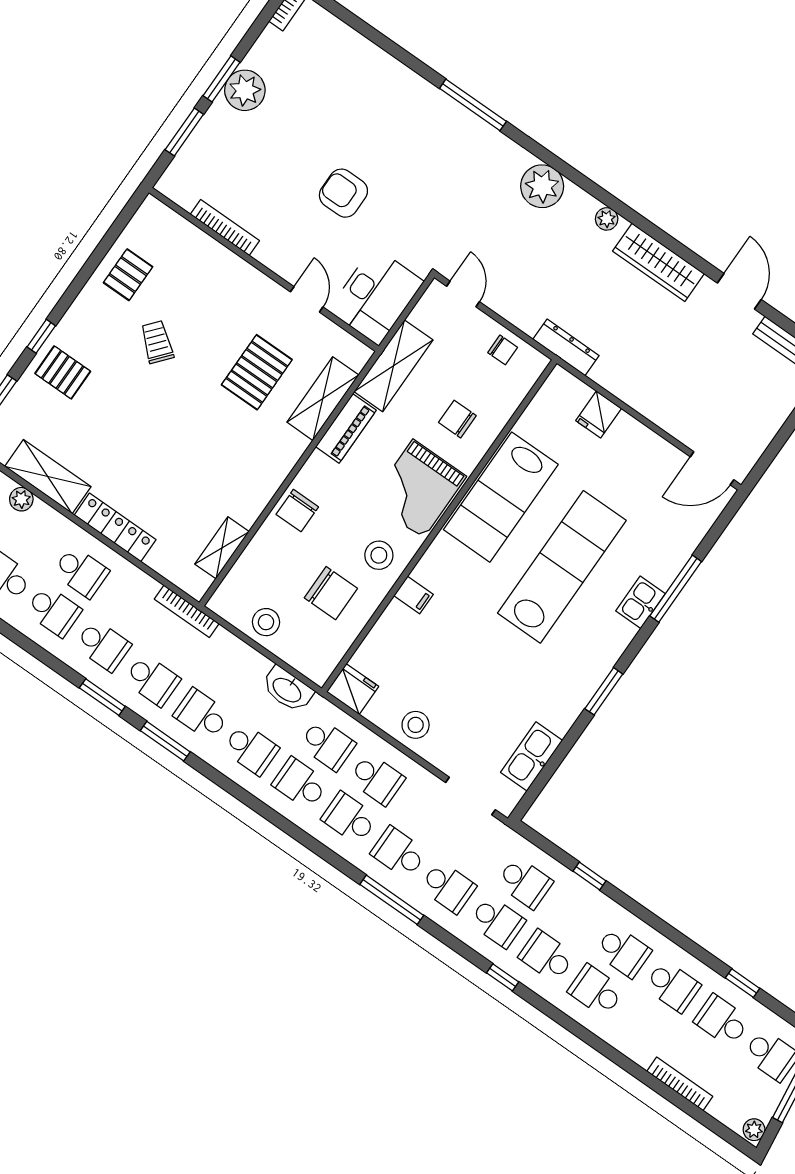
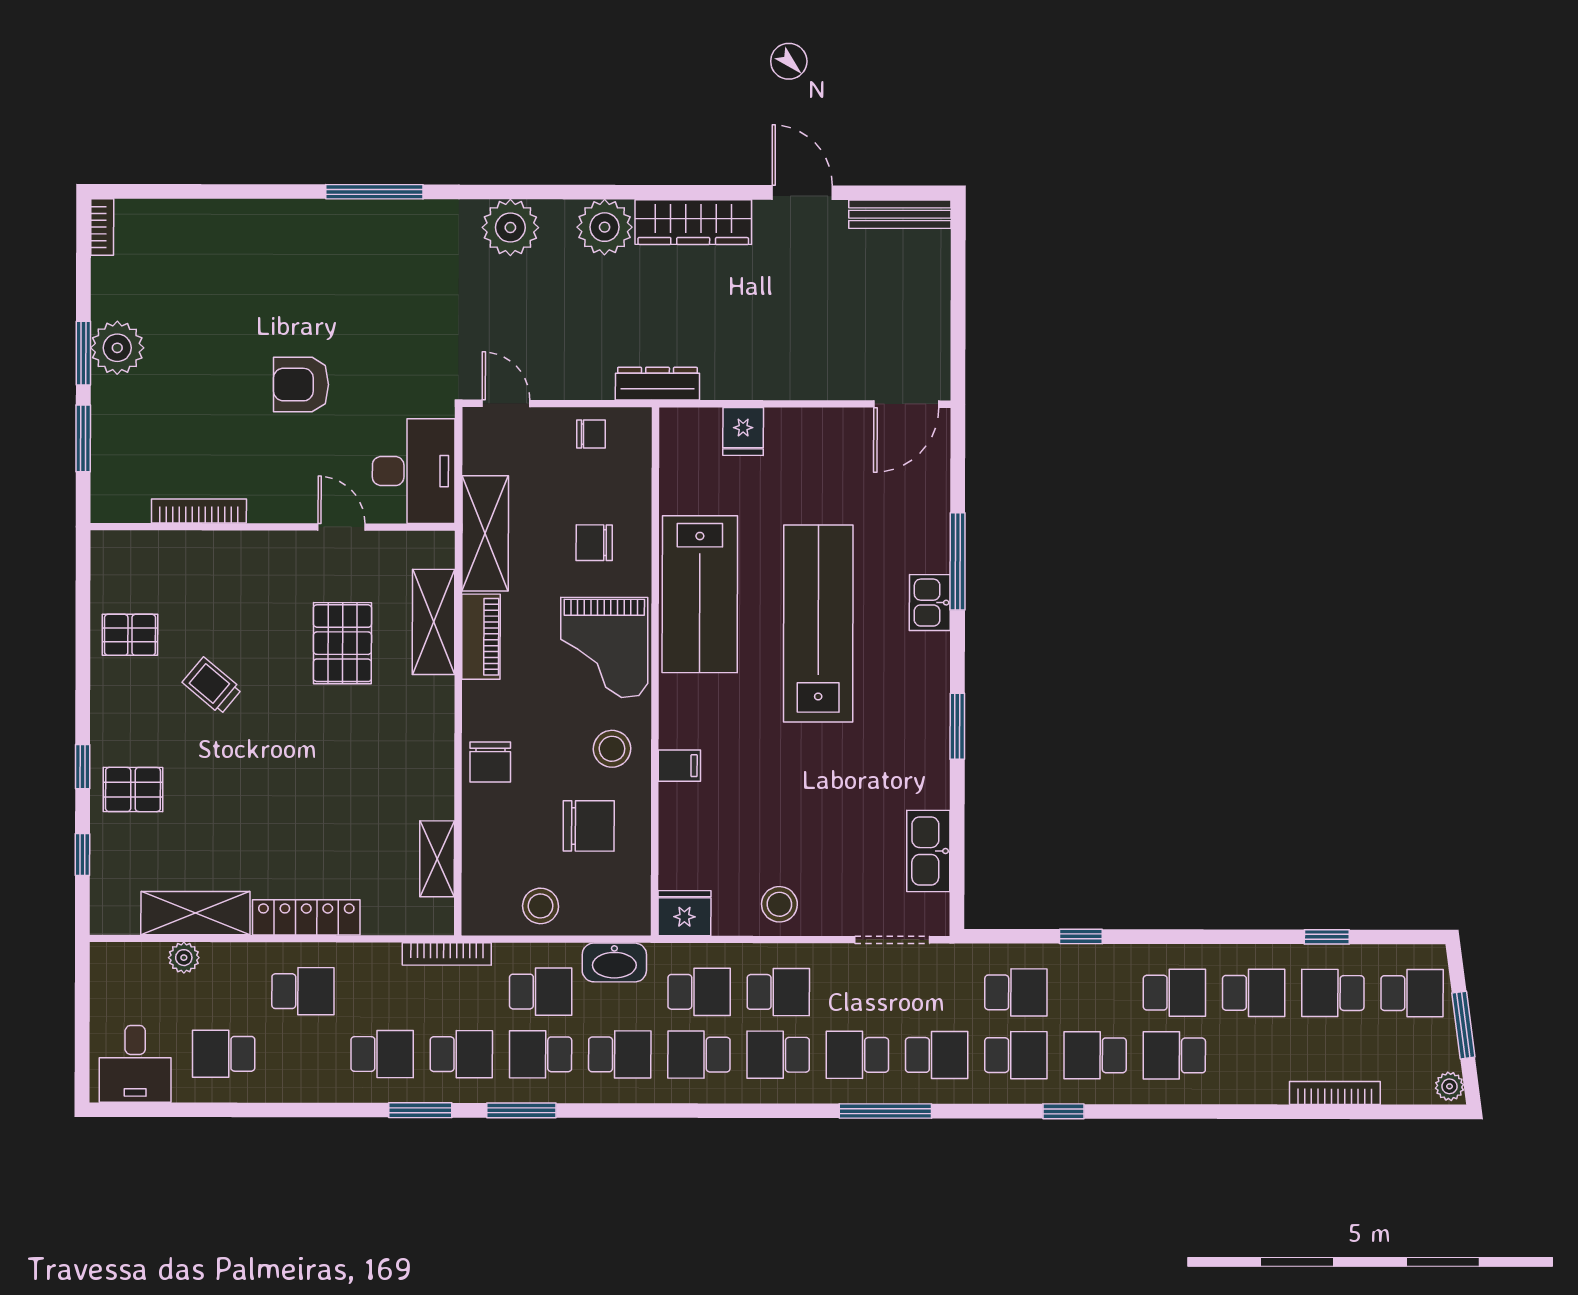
plant: (607, 219) -> (605, 227), width x1.88, depth x1.88
pallet: (128, 275) -> (130, 635), turned 90
school desk: (54, 611) -> (541, 992), moved

